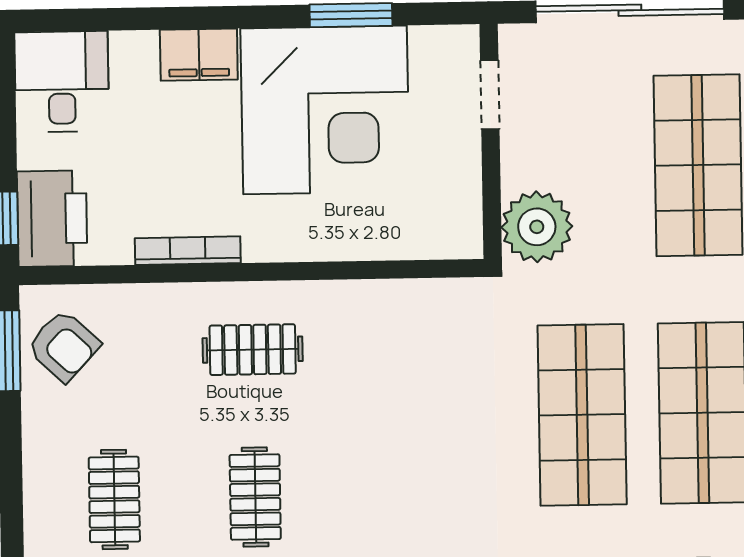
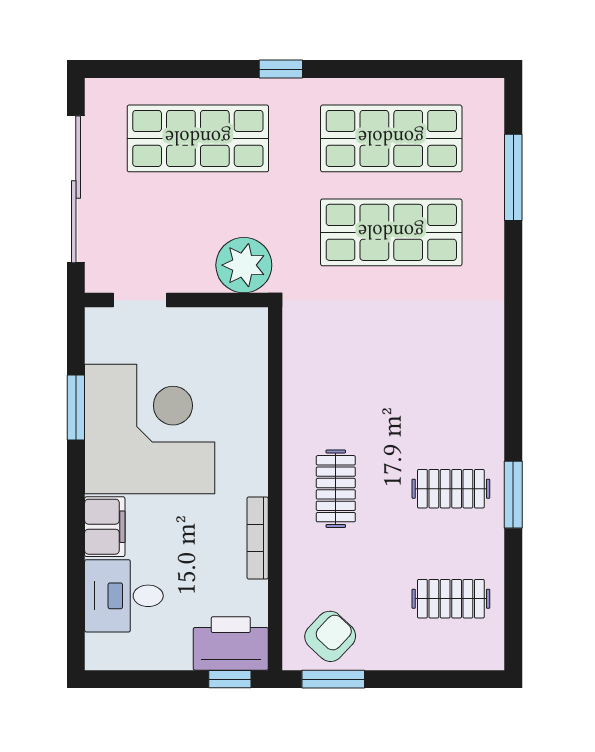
desk: (62, 82) -> (124, 596), moved

